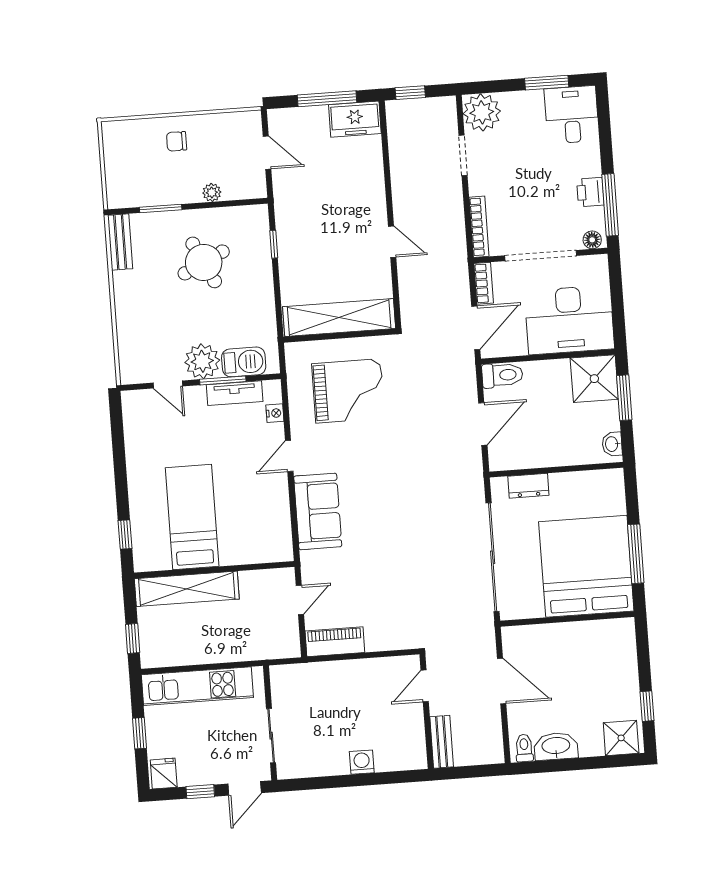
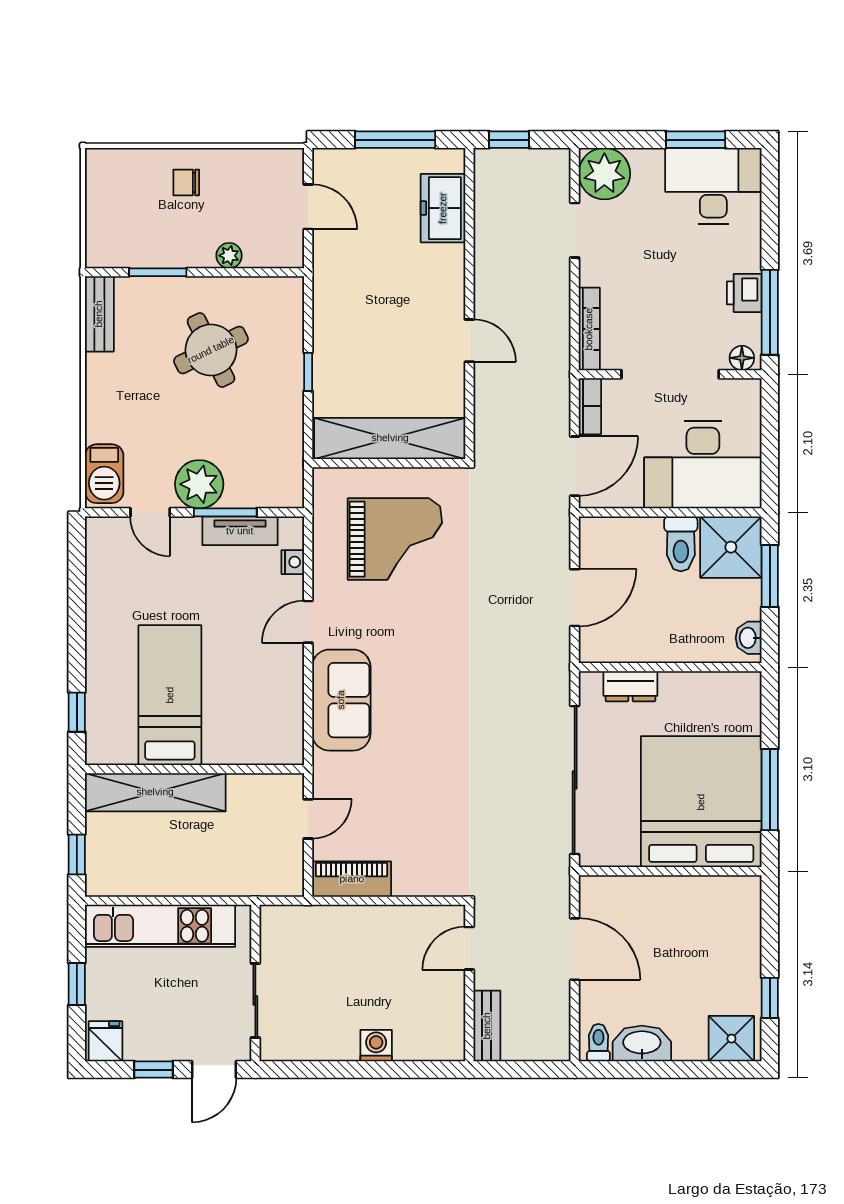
desk: (572, 115) -> (713, 186), width x1.37
freezer: (355, 119) -> (443, 208), moved, turned 90
window: (274, 244) -> (308, 372), moved
barbecue: (244, 362) -> (104, 474), moved, turned 90
toilet: (502, 375) -> (681, 544), moved, turned 90

